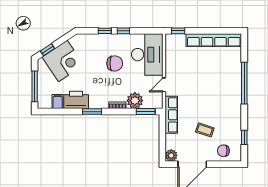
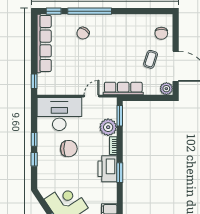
chair: (115, 63) -> (69, 149), turned 90
chair: (223, 77) -> (83, 33), added
door: (164, 85) -> (92, 96), swing flipped
printer: (76, 100) -> (107, 169), moved
coffee table: (205, 130) -> (151, 59), moved
window: (244, 137) -> (54, 11), moved

